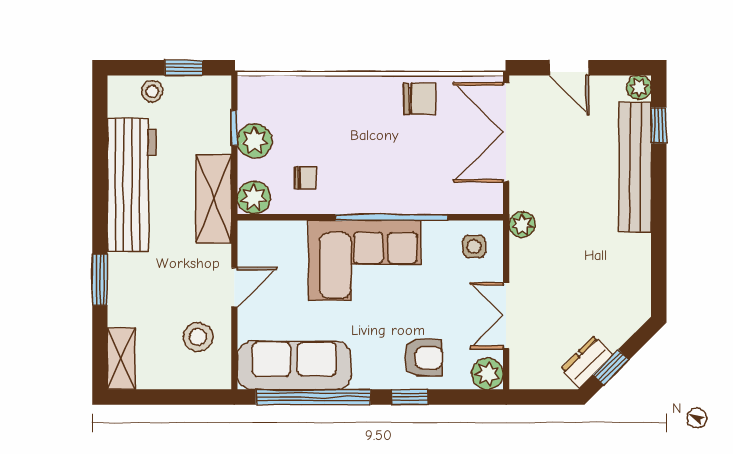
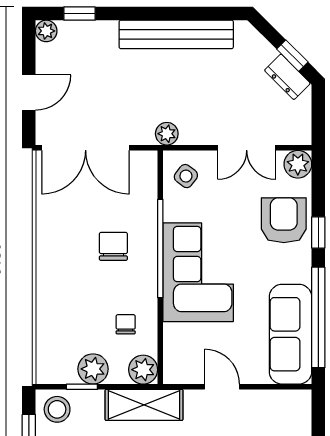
chair: (420, 99) -> (113, 246), moved
bench: (635, 167) -> (176, 34), moved
side table: (474, 246) -> (186, 176), turned 37
stool: (198, 337) -> (57, 409), moved
armchair: (424, 358) -> (284, 220), width x1.38, depth x1.38

